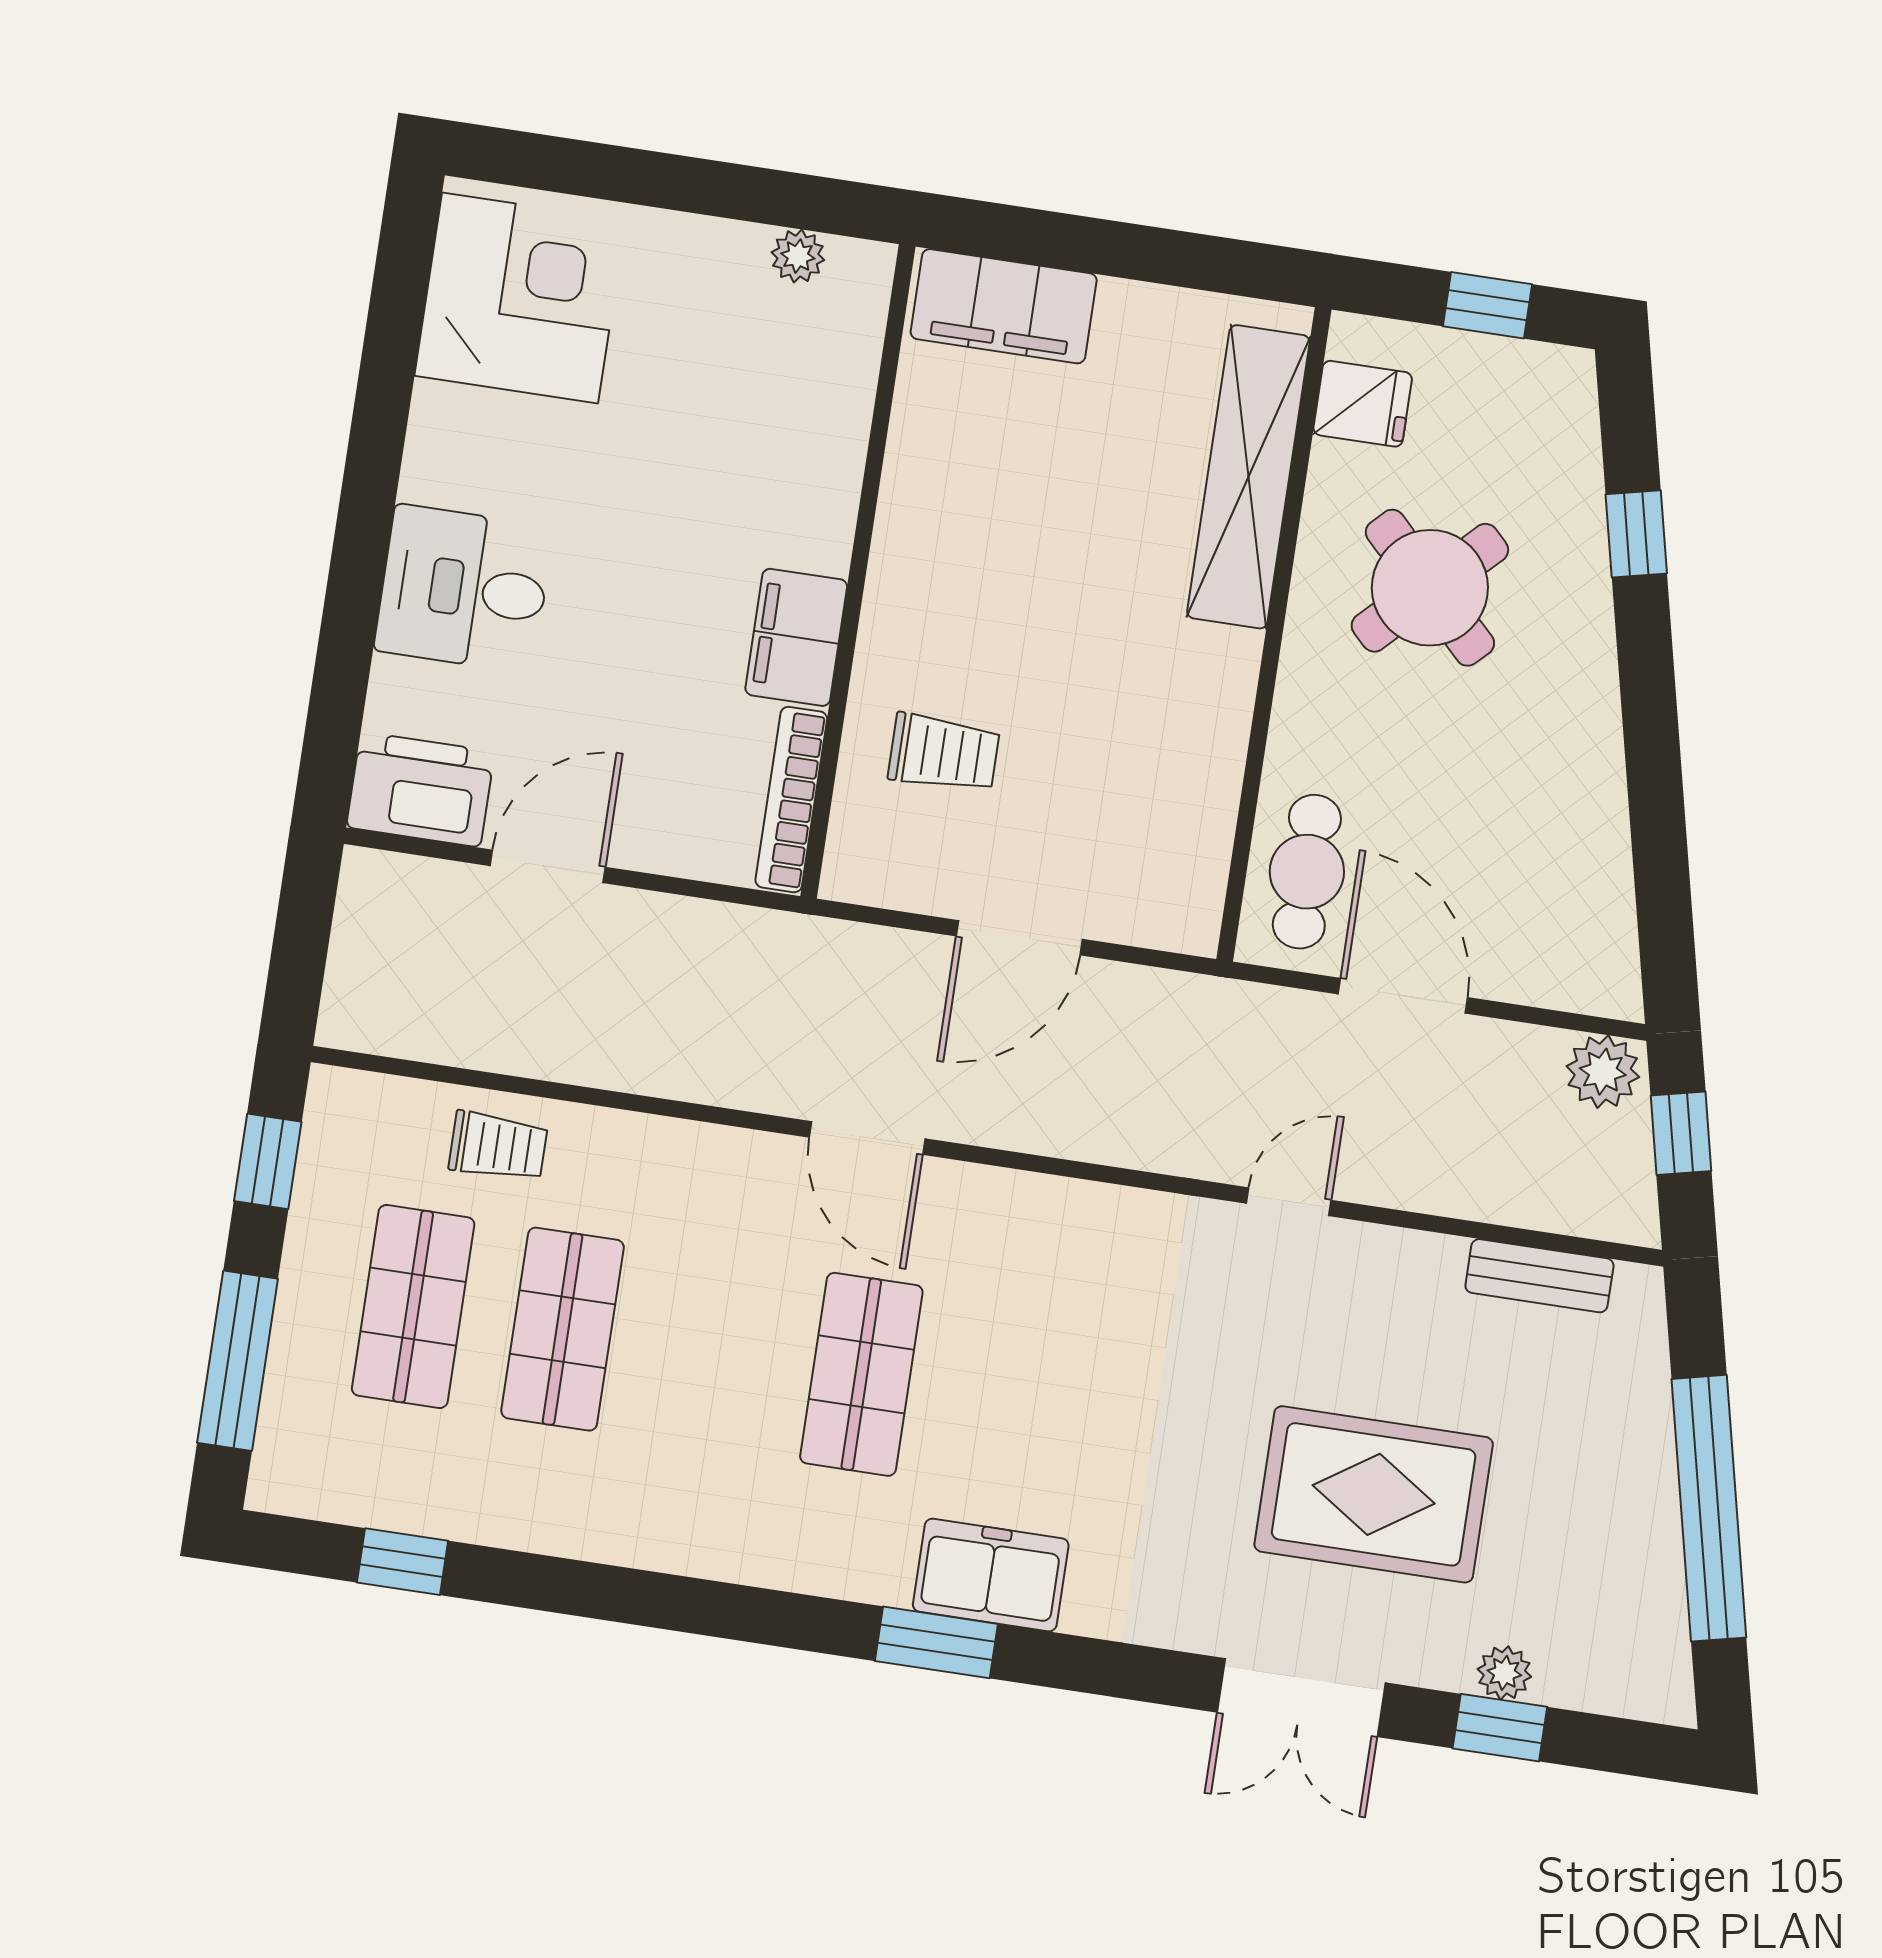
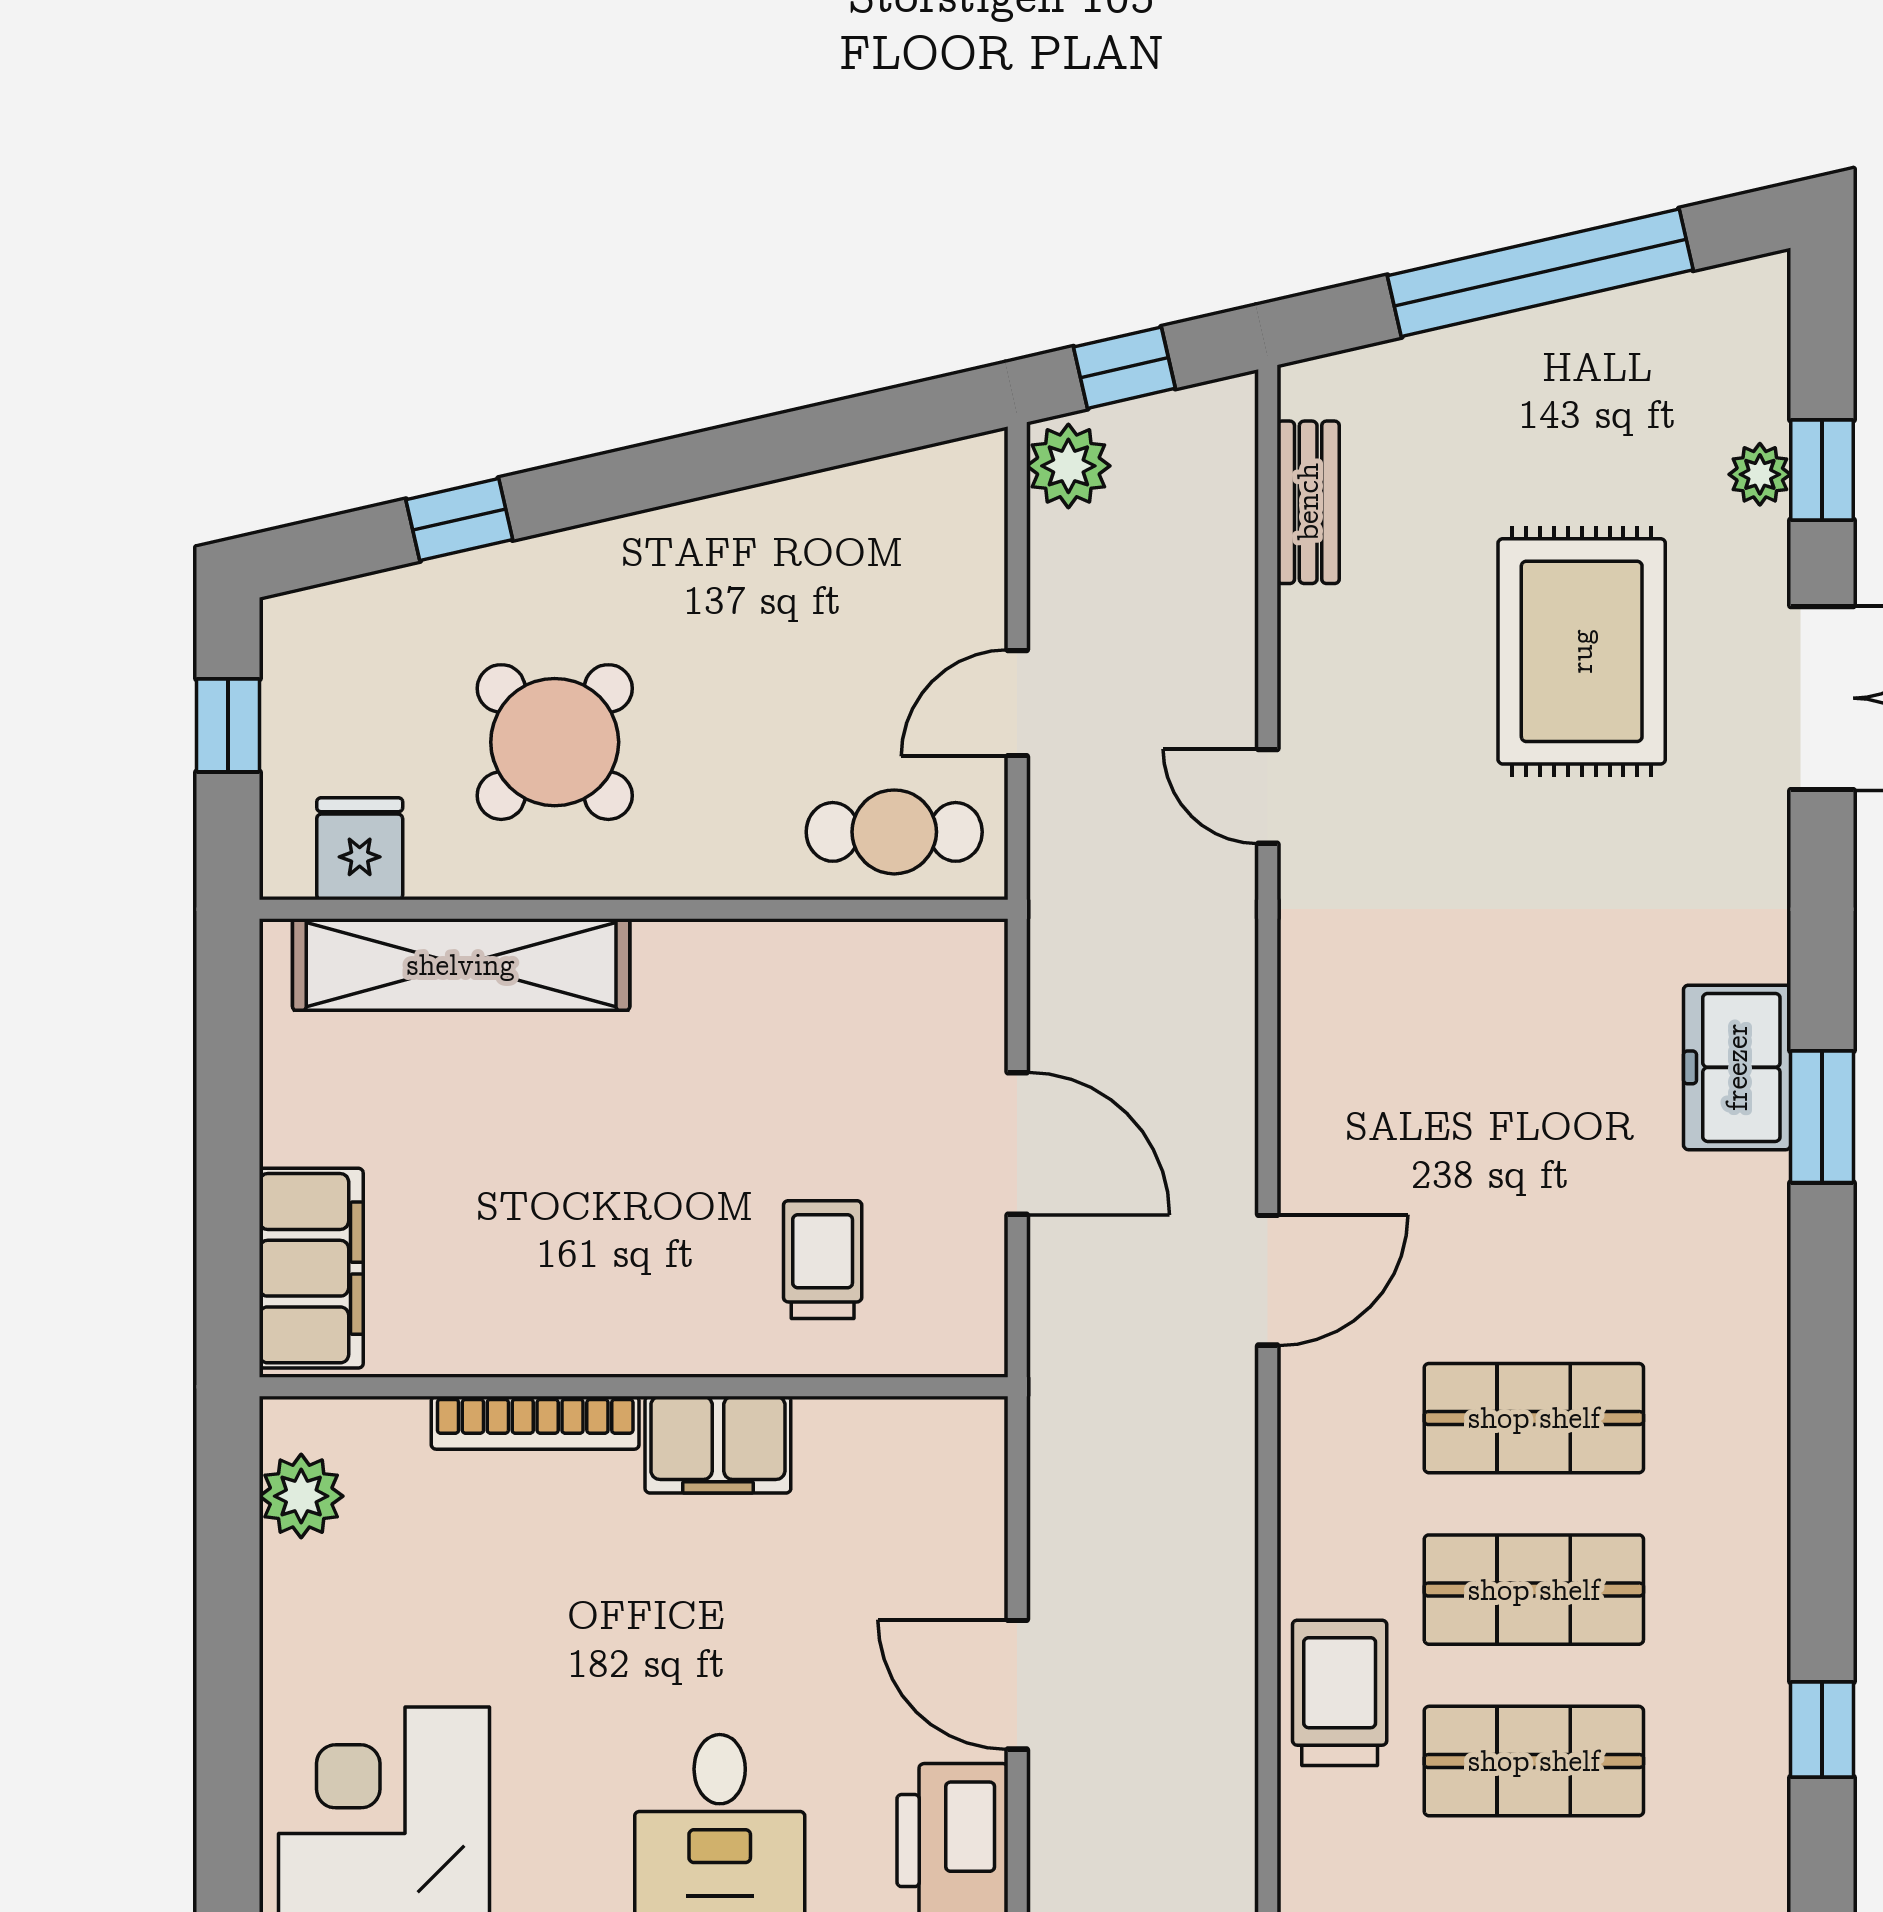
plant: (798, 256) -> (301, 1496), width x1.38, depth x1.38
bookcase: (791, 800) -> (535, 1423), moved
door: (1403, 996) -> (1017, 703), width x0.73
trolley: (498, 1146) -> (1340, 1693), width x1.36, depth x1.39
shop shelf: (861, 1374) -> (1534, 1418), moved

